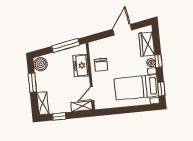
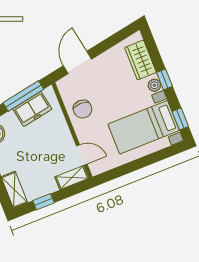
door: (122, 30) -> (77, 62), moved
freezer: (81, 66) -> (32, 109), moved, turned -100
door: (92, 94) -> (82, 155), swing flipped

